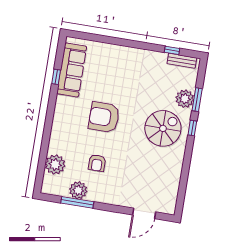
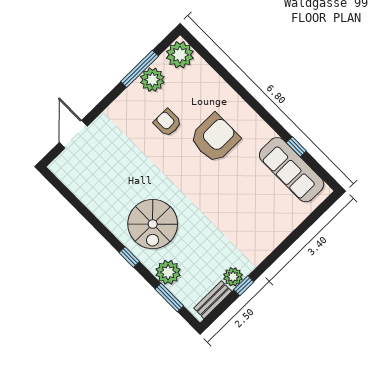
window: (172, 50) -> (244, 286), moved
plant: (160, 59) -> (233, 277), added
window: (197, 100) -> (169, 297), moved
armchair: (104, 117) -> (215, 138), moved
plant: (55, 165) -> (180, 55), moved

